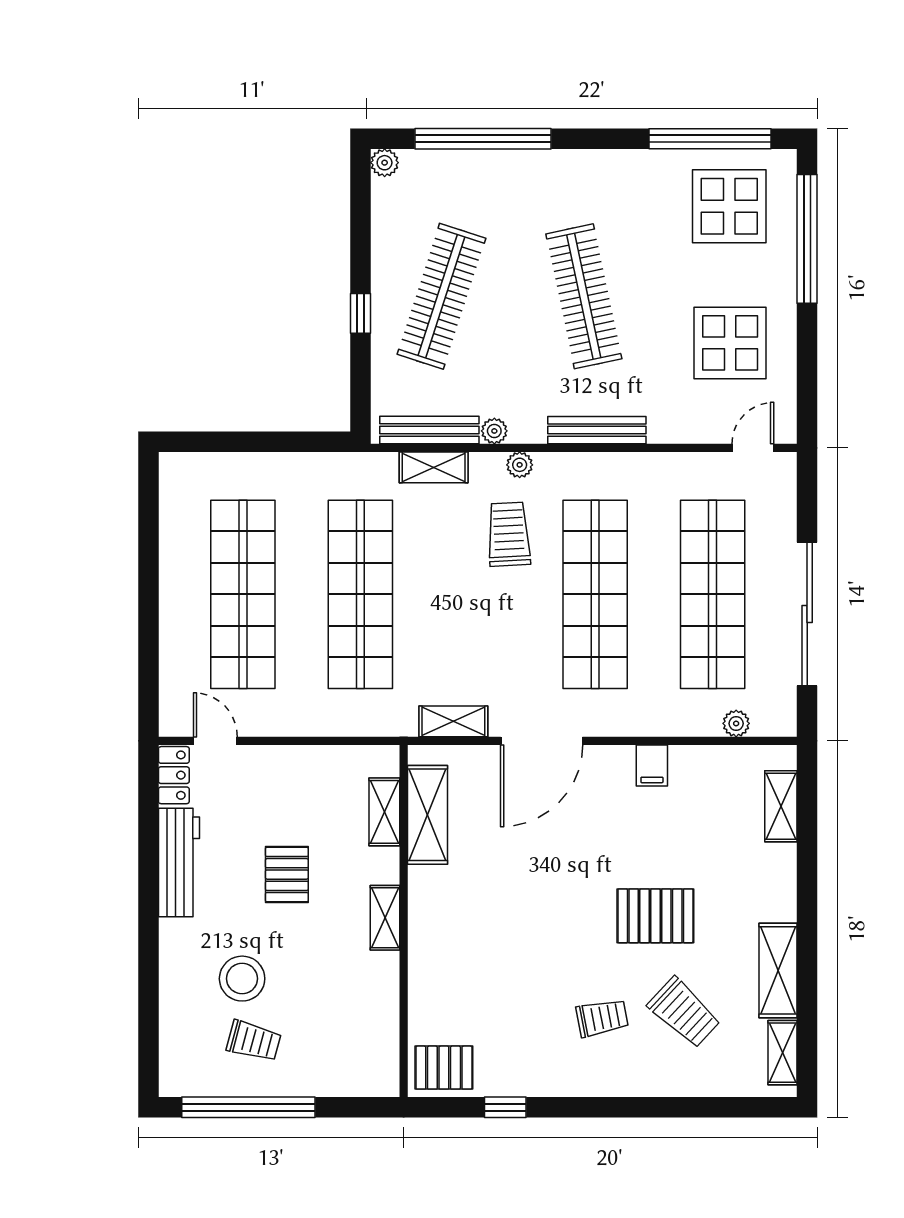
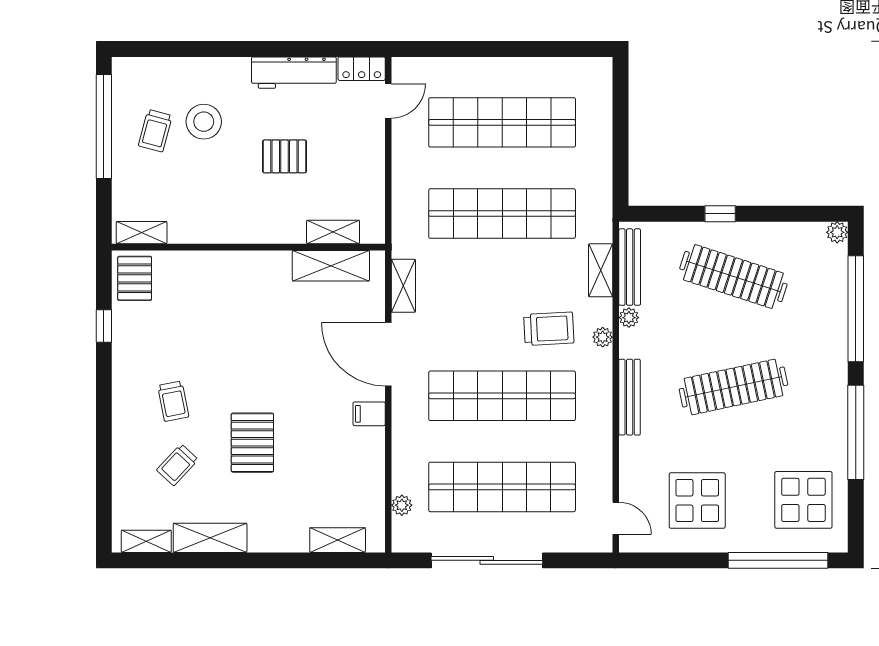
window: (710, 139) -> (856, 432), moved
filing cabinet: (652, 765) -> (369, 414), moved
shelving: (385, 918) -> (142, 233), moved
trolley: (684, 1012) -> (177, 465), width x0.73, depth x0.72

